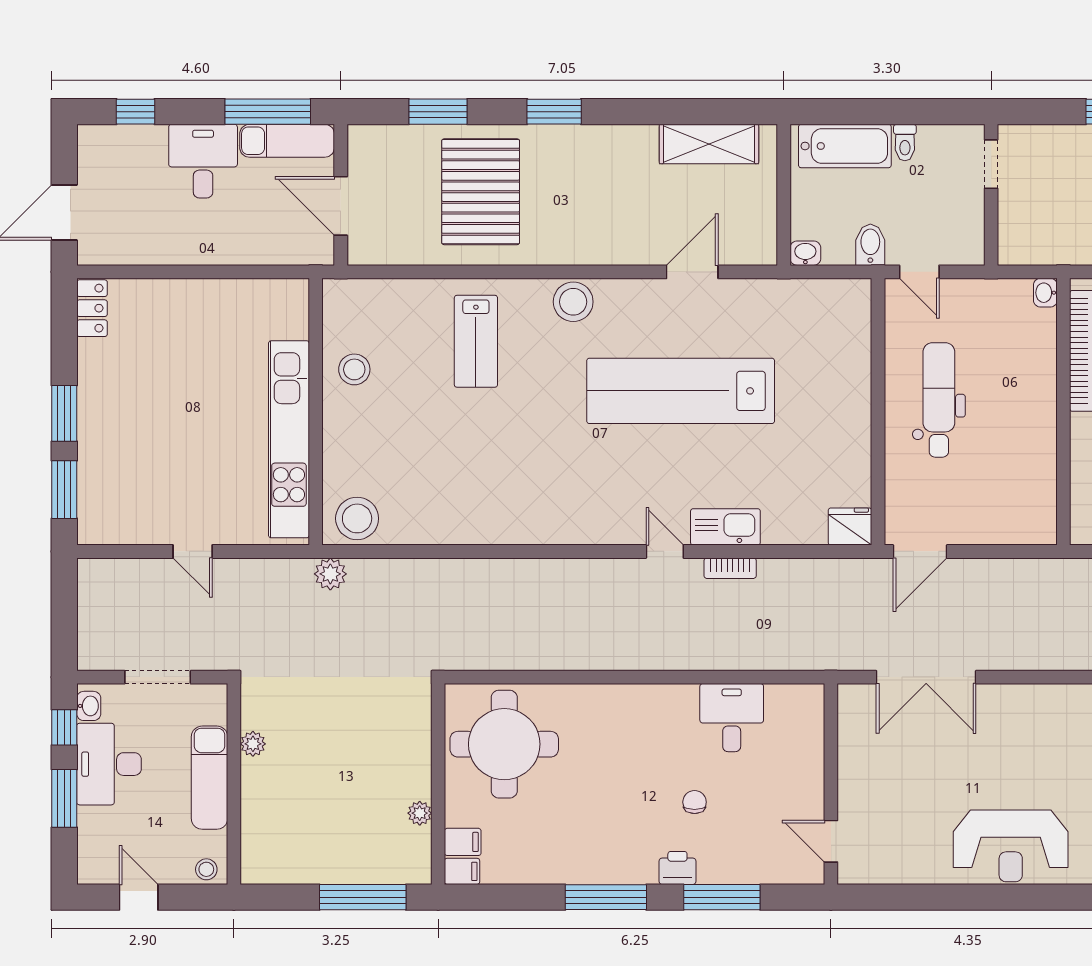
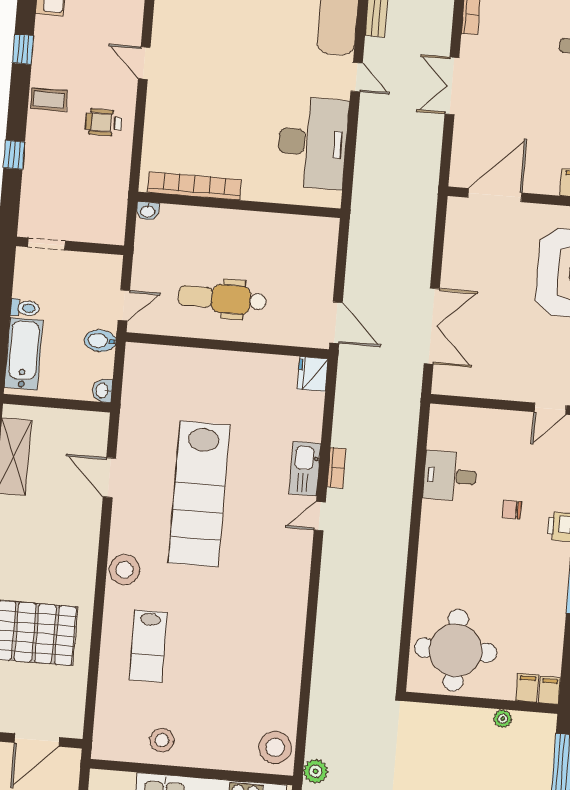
lab bench: (476, 341) -> (148, 646), turned 90

